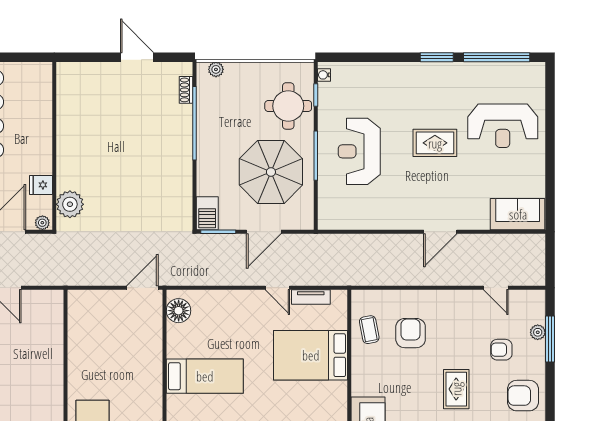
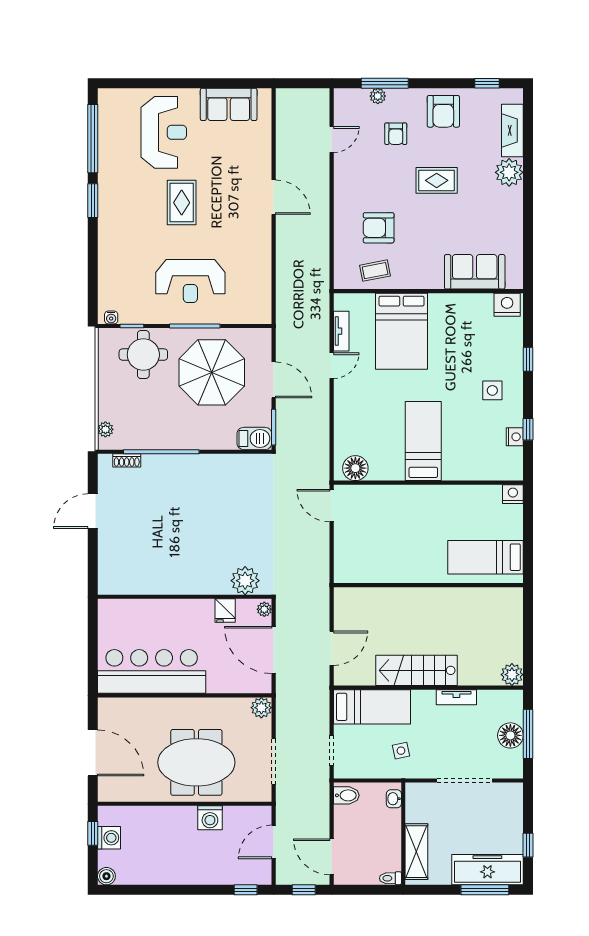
sofa: (518, 214) -> (229, 104), moved, turned -90

